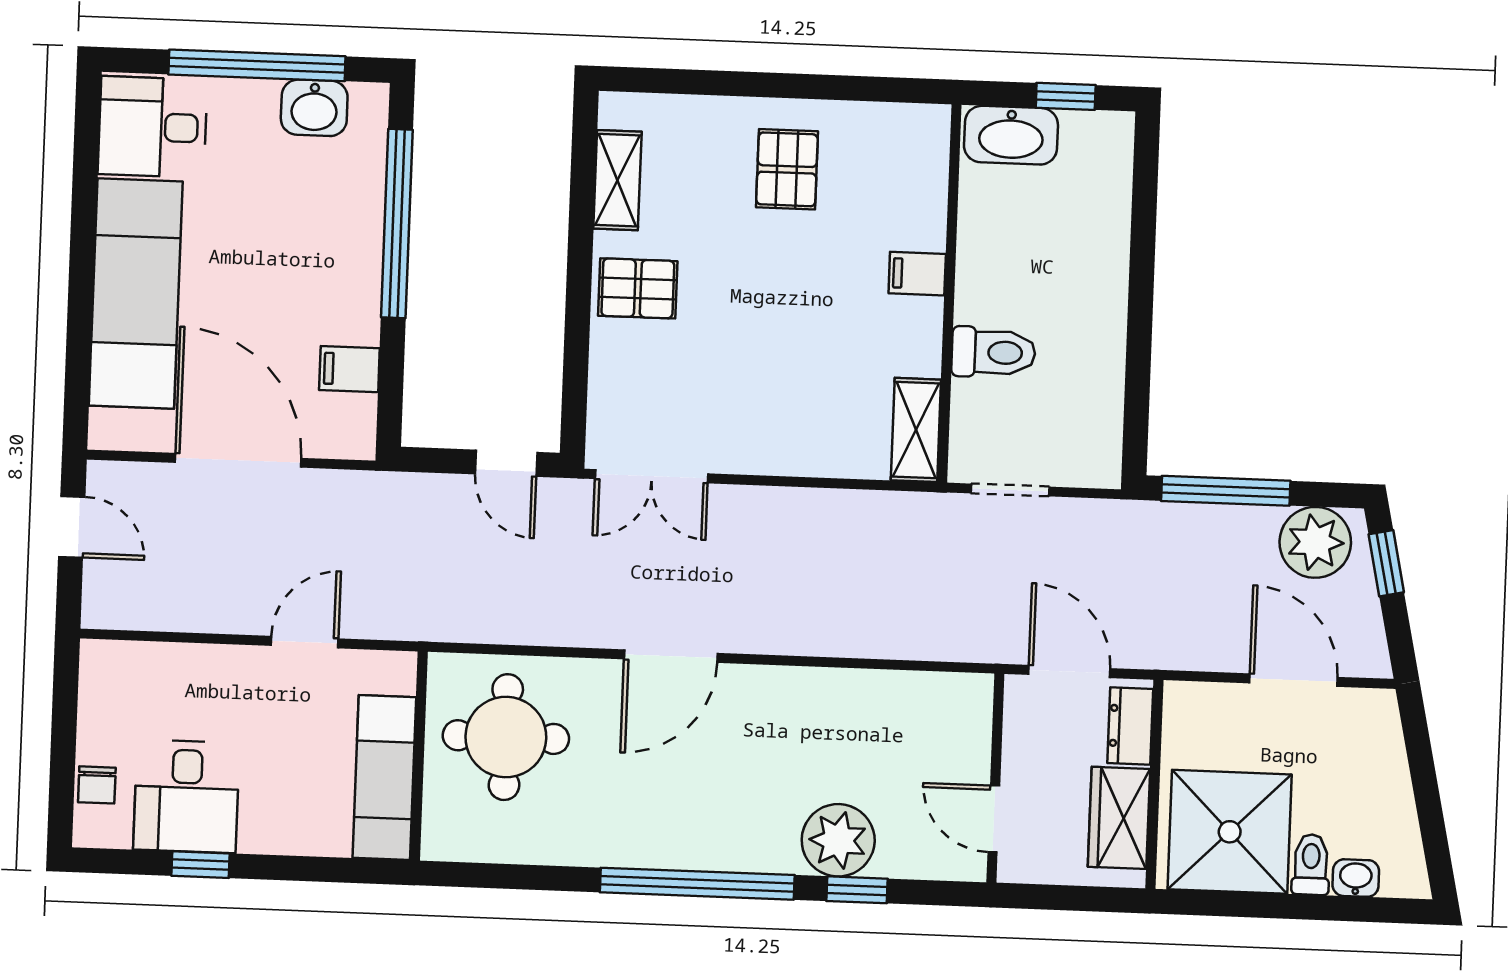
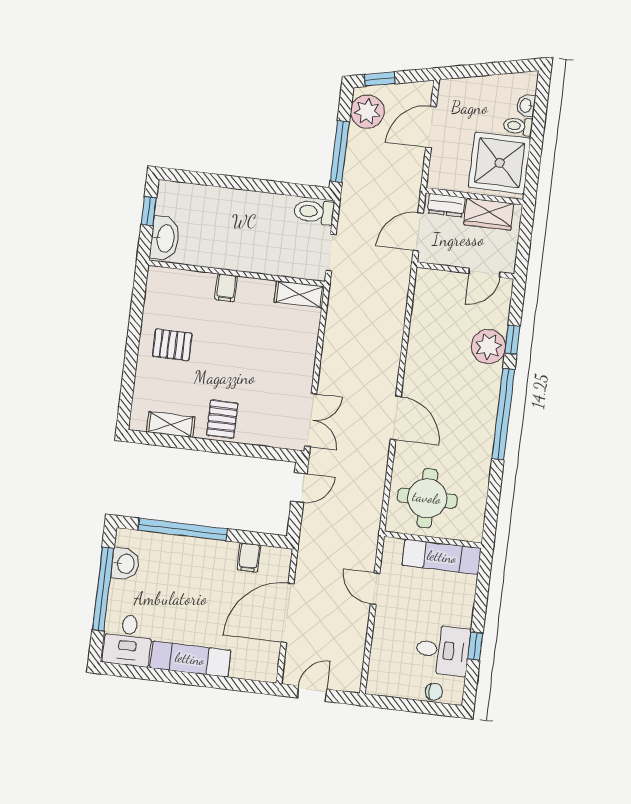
exam couch: (136, 293) -> (190, 659), width x0.73, depth x0.69
toilet: (994, 352) -> (314, 212), moved, turned -90

